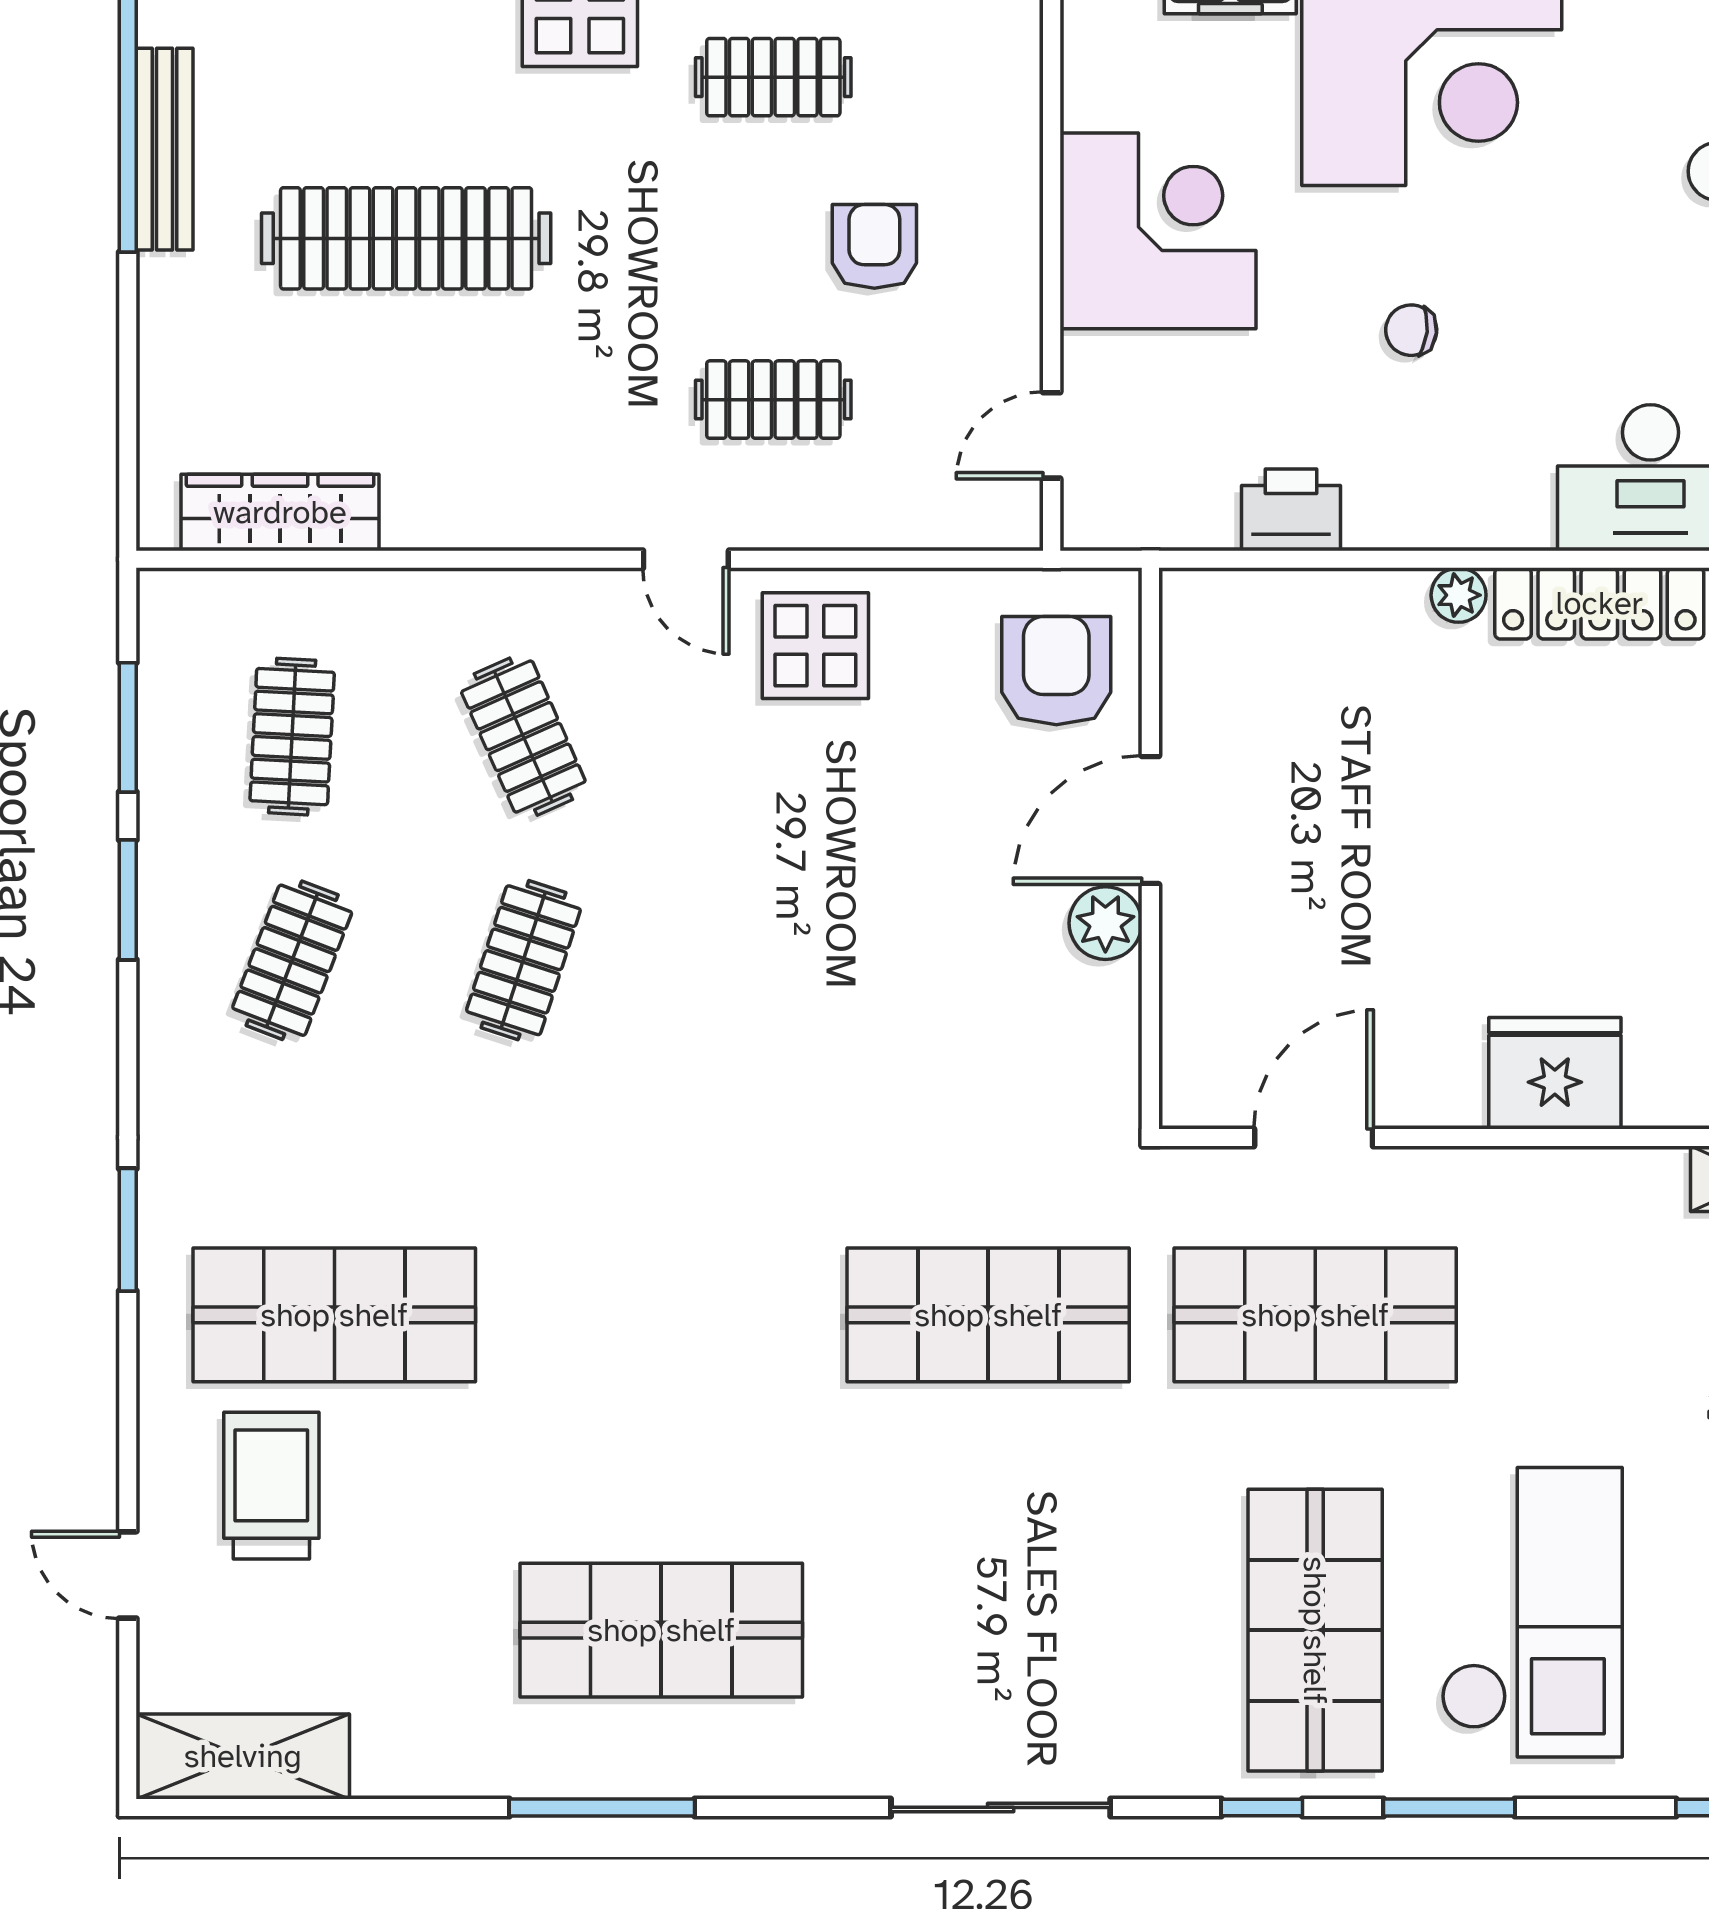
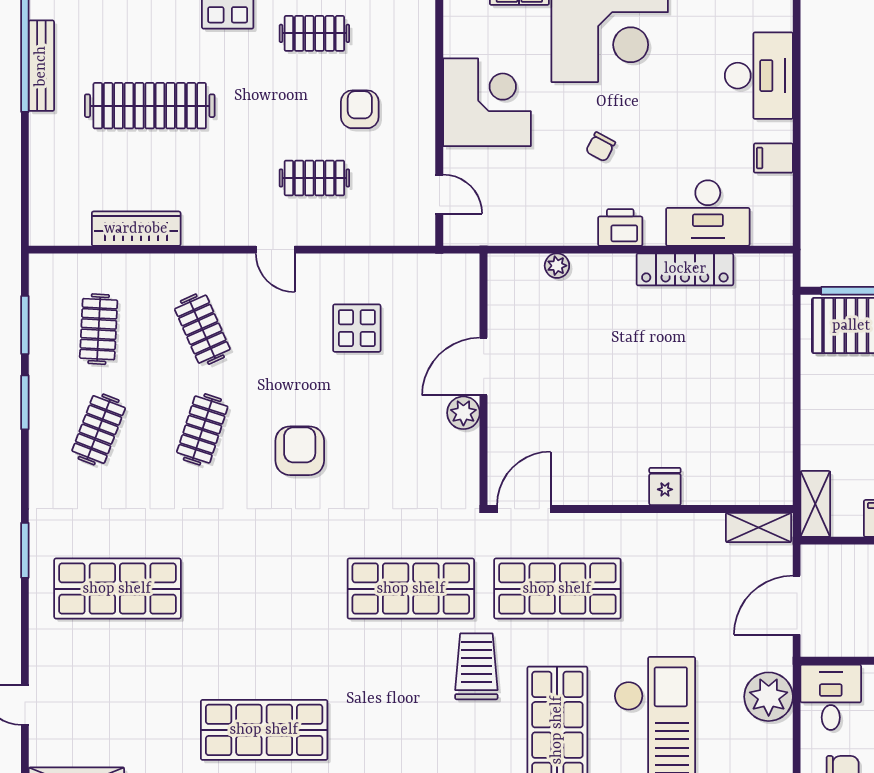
chair: (1411, 330) -> (601, 147), turned -68
door: (1052, 435) -> (439, 194), swing flipped
printer: (1291, 510) -> (620, 227), moved
wardrobe: (280, 512) -> (136, 229), moved
plant: (1459, 595) -> (557, 266), moved
display table: (815, 646) -> (357, 328), moved
armchair: (1056, 671) -> (300, 451), moved
fridge: (1555, 1073) -> (665, 486), width x0.53, depth x0.75
door: (1314, 1138) -> (524, 509), moved
trolley: (271, 1486) -> (476, 666), moved

